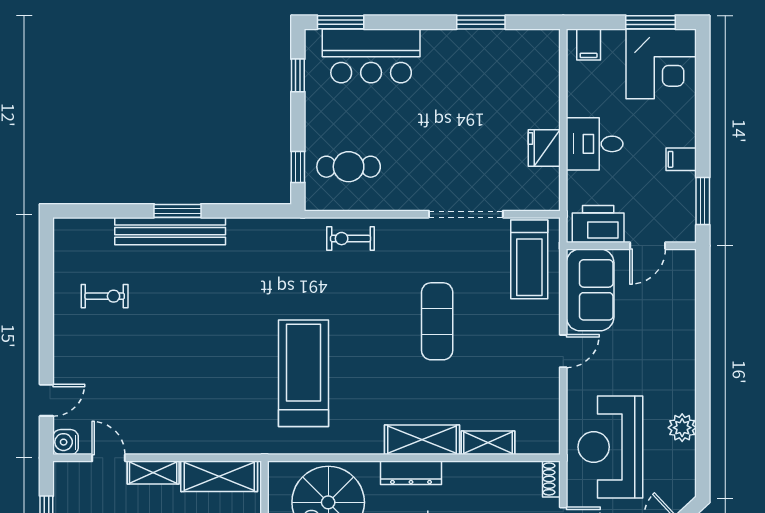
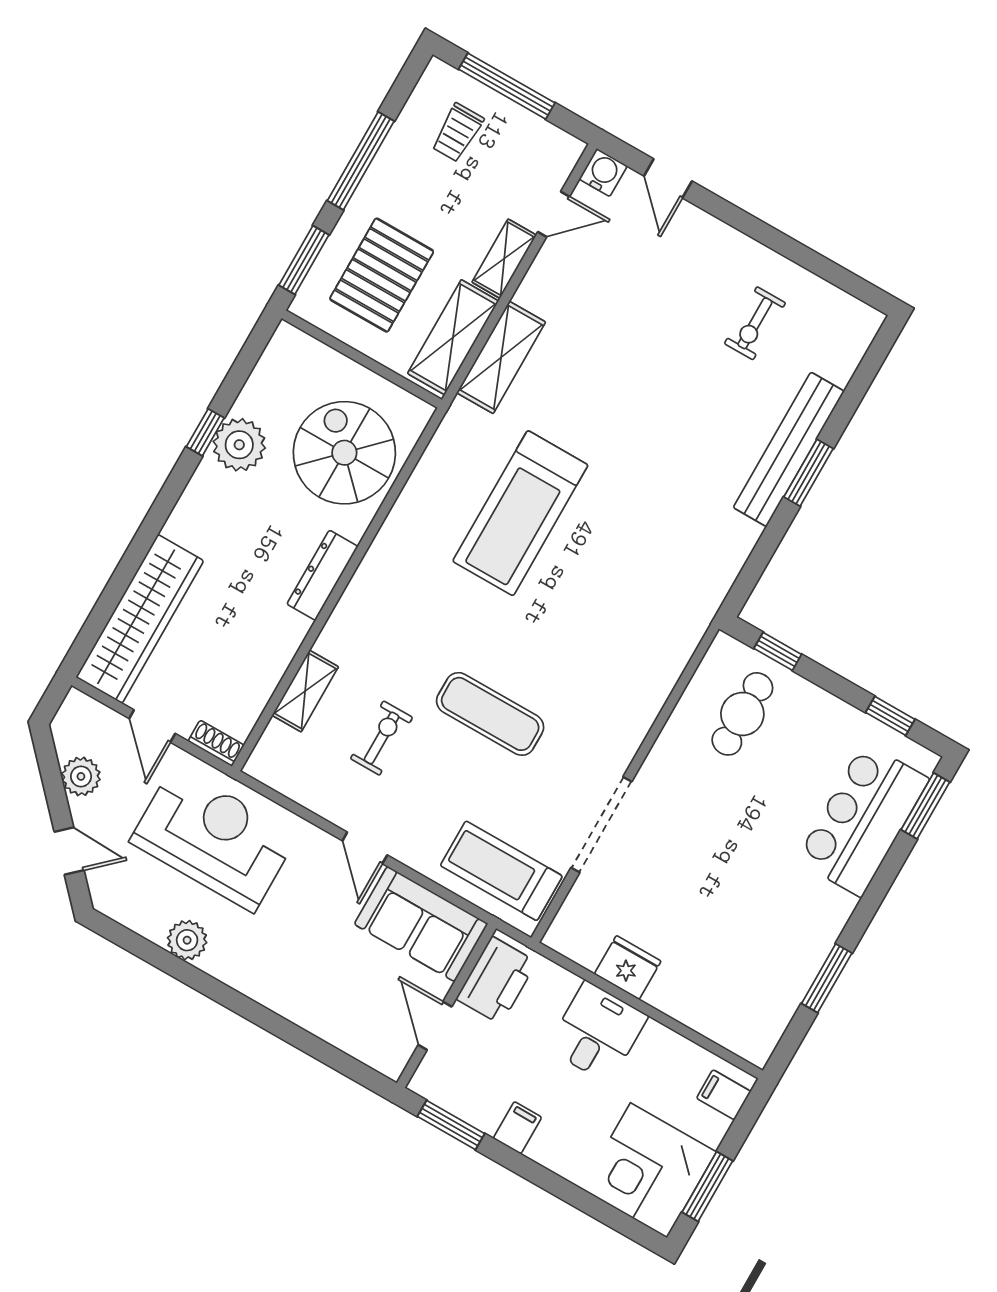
exercise bike: (351, 239) -> (382, 738), moved
treadmill: (303, 373) -> (520, 513), turned 90
shelving: (422, 440) -> (501, 357), moved

